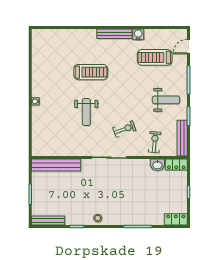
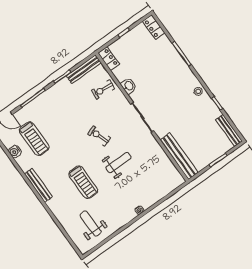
water cooler: (138, 34) -> (15, 152), moved
treadmill: (91, 72) -> (83, 182), turned 180
weight bench: (166, 100) -> (91, 224), moved
exercise bike: (124, 129) -> (99, 136), moved
washbasin: (157, 165) -> (129, 86), moved

